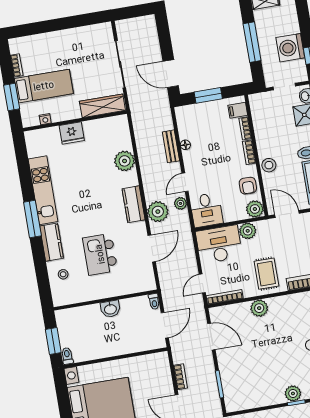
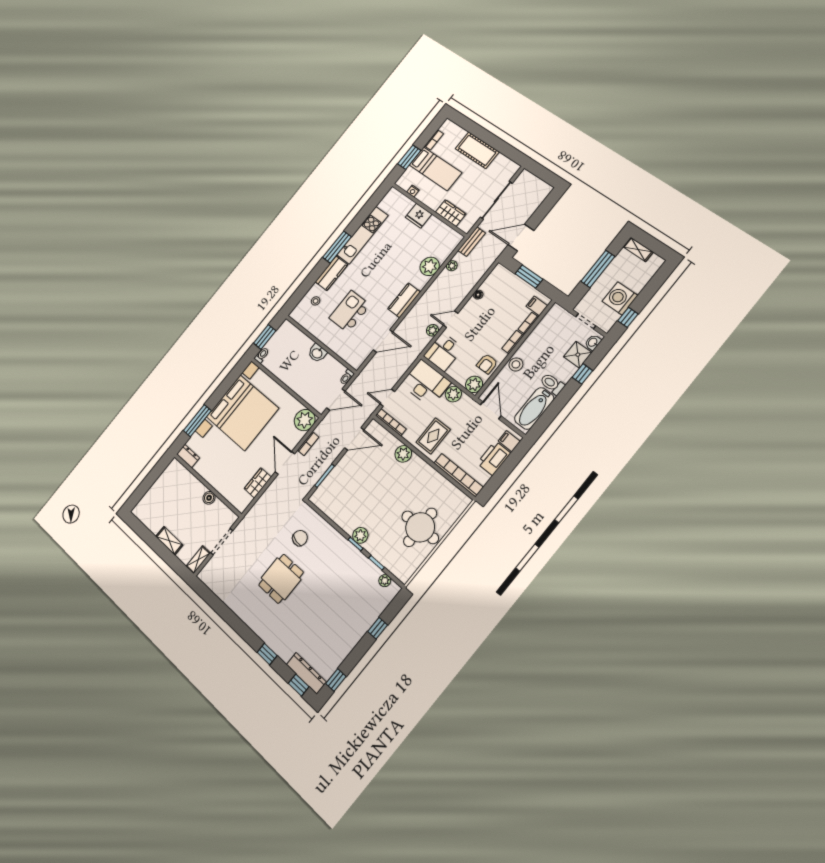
cot: (62, 41) -> (477, 150), added
door: (171, 74) -> (521, 238), hinge flipped
wardrobe: (102, 106) -> (451, 213), width x0.67
bench: (171, 146) -> (472, 242), moved
plant: (158, 212) -> (452, 266), moved, width x0.53, depth x0.53
door: (211, 337) -> (354, 439), hinge flipped
plant: (158, 364) -> (305, 420), added

